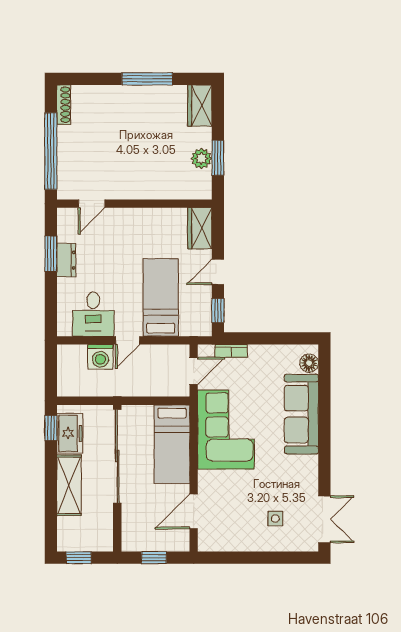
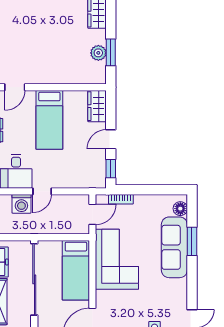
bed: (161, 298) -> (49, 120), moved, turned 180
window: (324, 406) -> (192, 241), added

